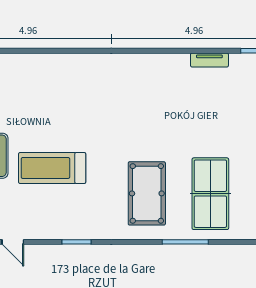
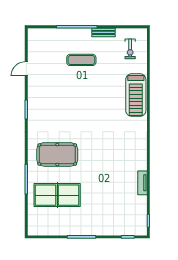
tv unit: (209, 60) -> (143, 183), moved
treadmill: (52, 168) -> (136, 95), moved, turned 180

